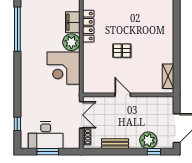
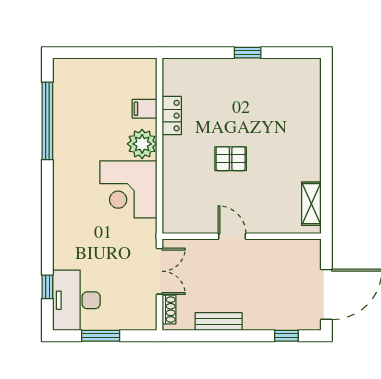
filing cabinet: (73, 22) -> (145, 109), width x0.50
locker: (88, 26) -> (172, 116), width x0.66
desk: (46, 135) -> (76, 300), moved, turned 90
plant: (148, 140) -> (277, 316), removed

